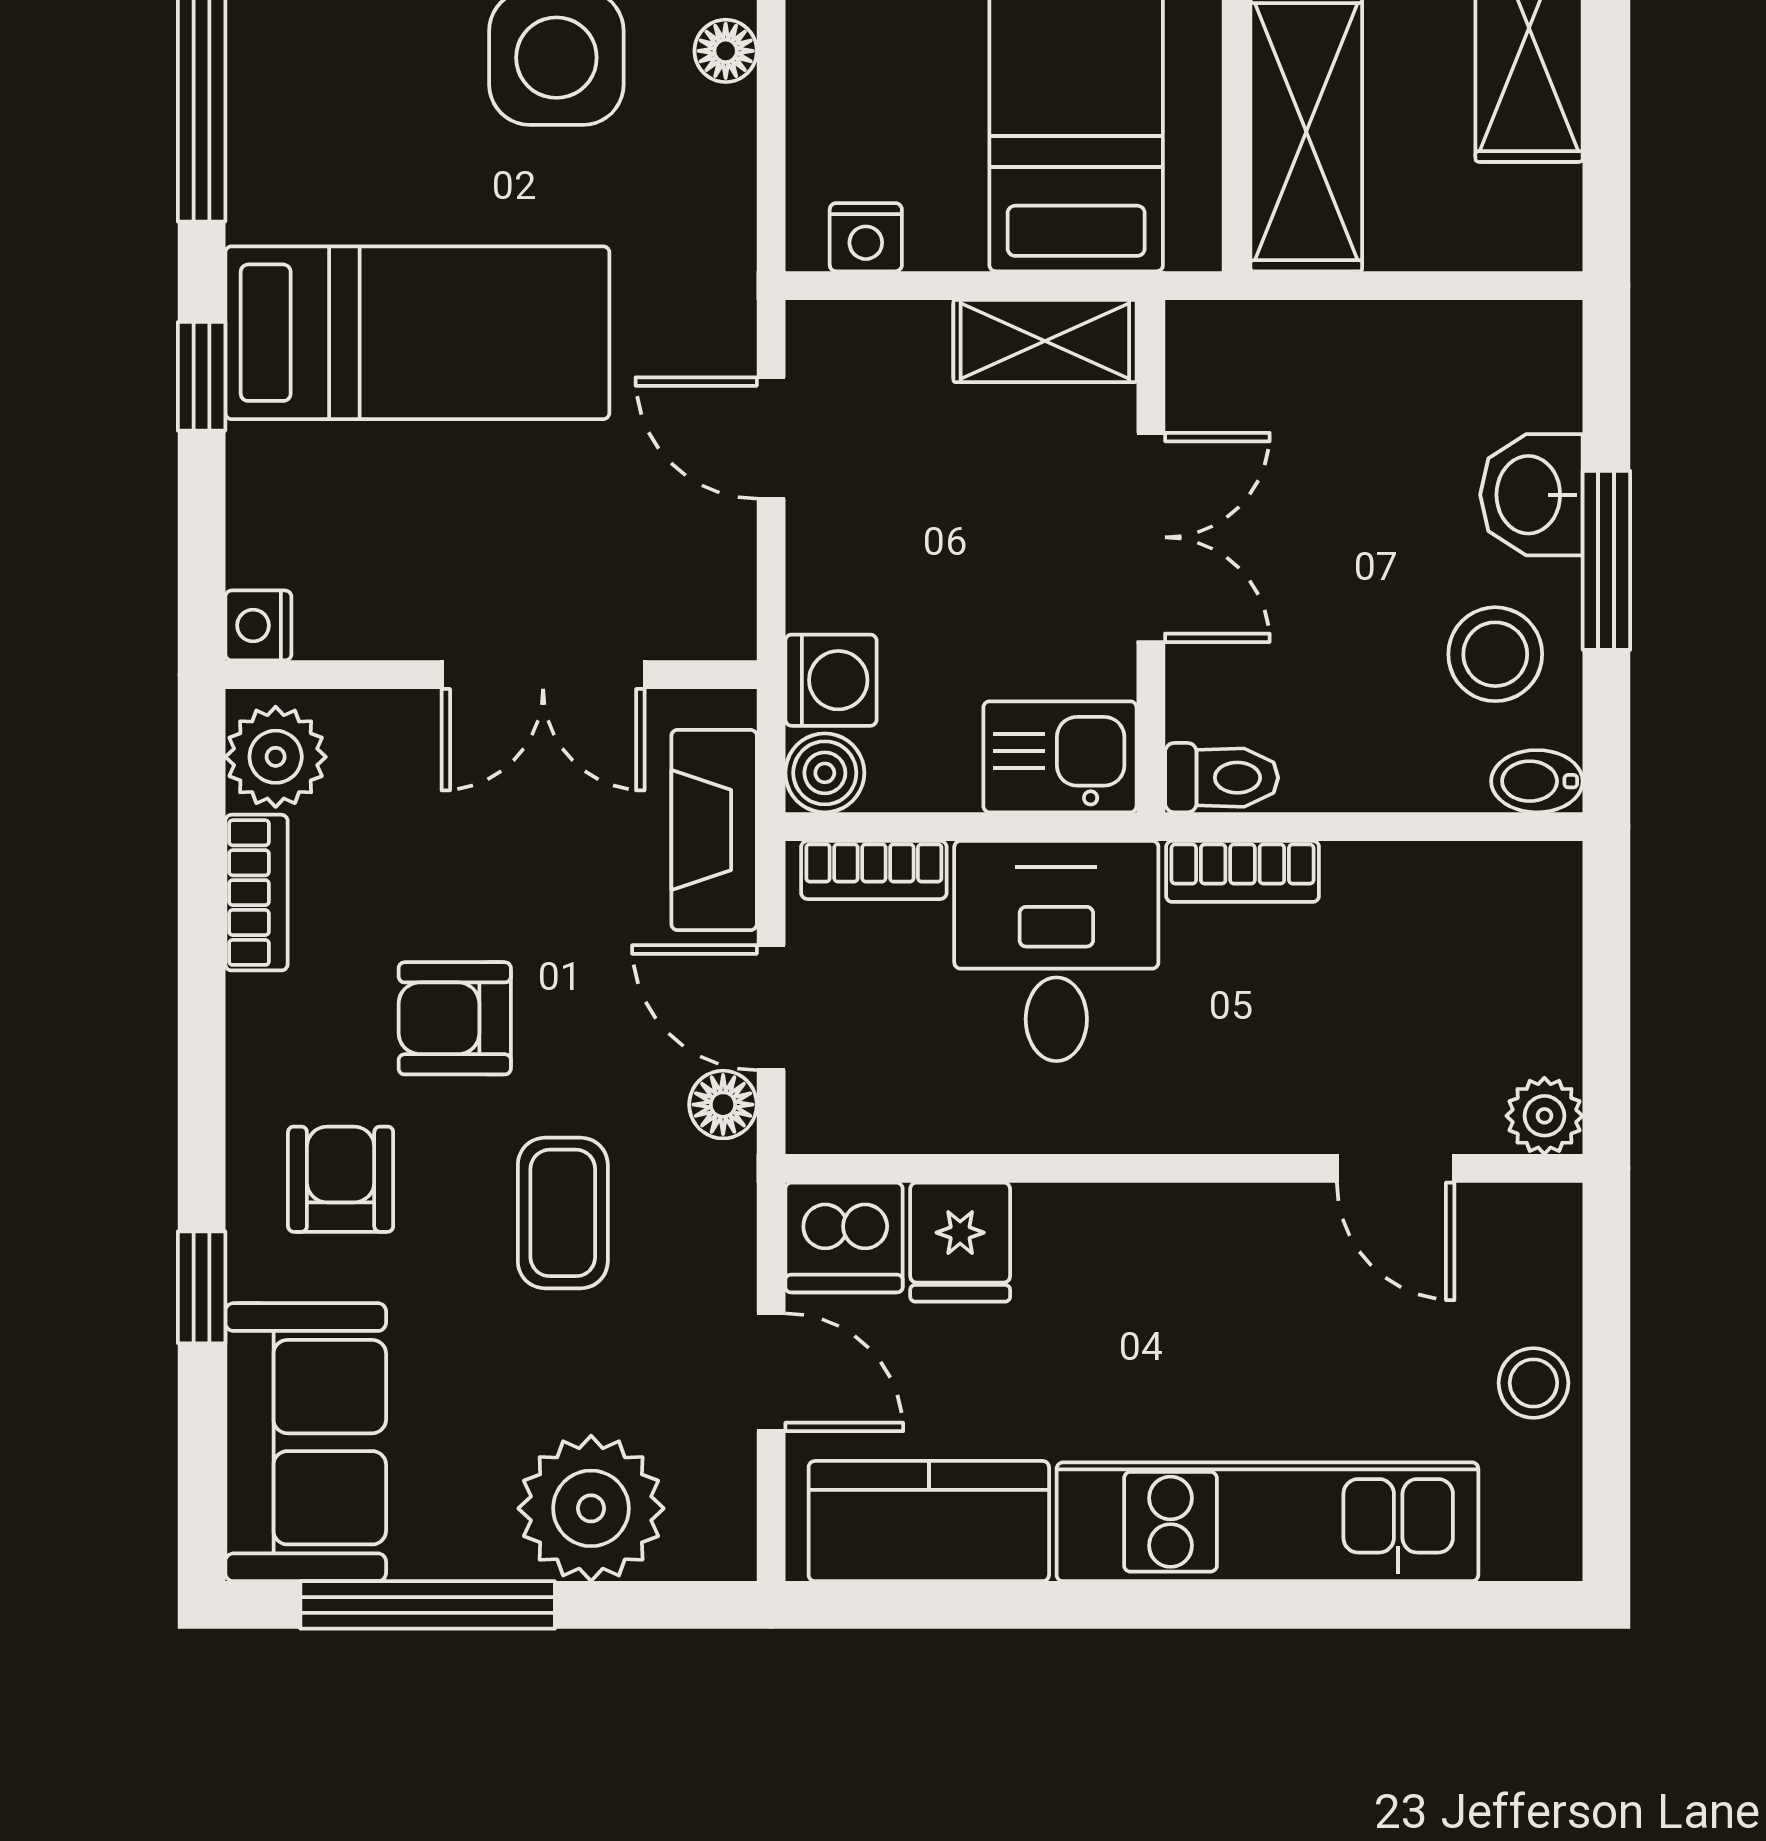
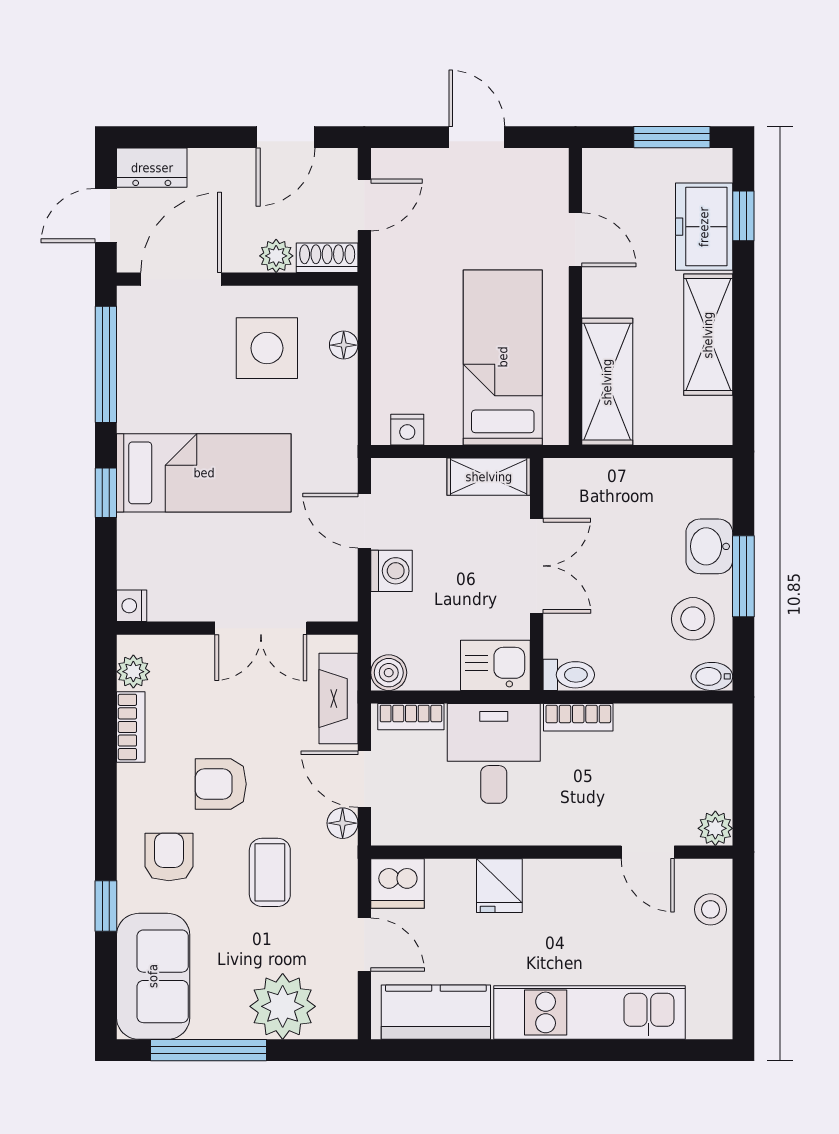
washing machine: (831, 680) -> (392, 571), moved
plant: (276, 757) -> (133, 672), width x0.73, depth x0.73
fridge: (960, 1242) -> (499, 886), moved
stool: (1533, 1383) -> (711, 909), moved

